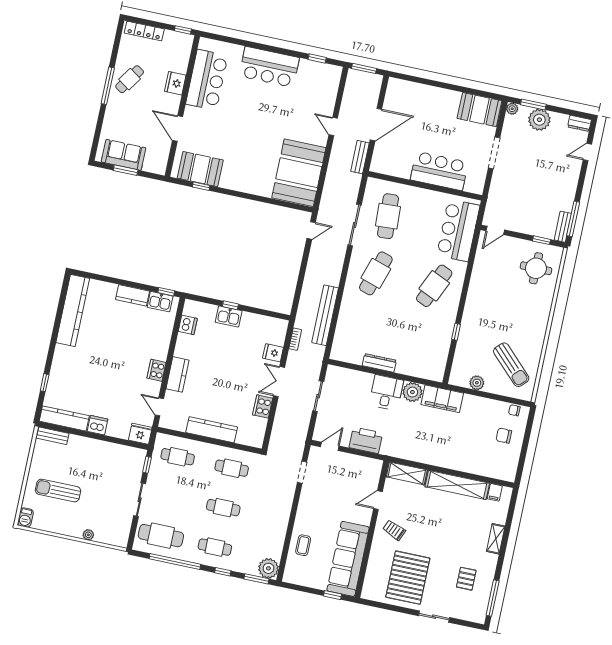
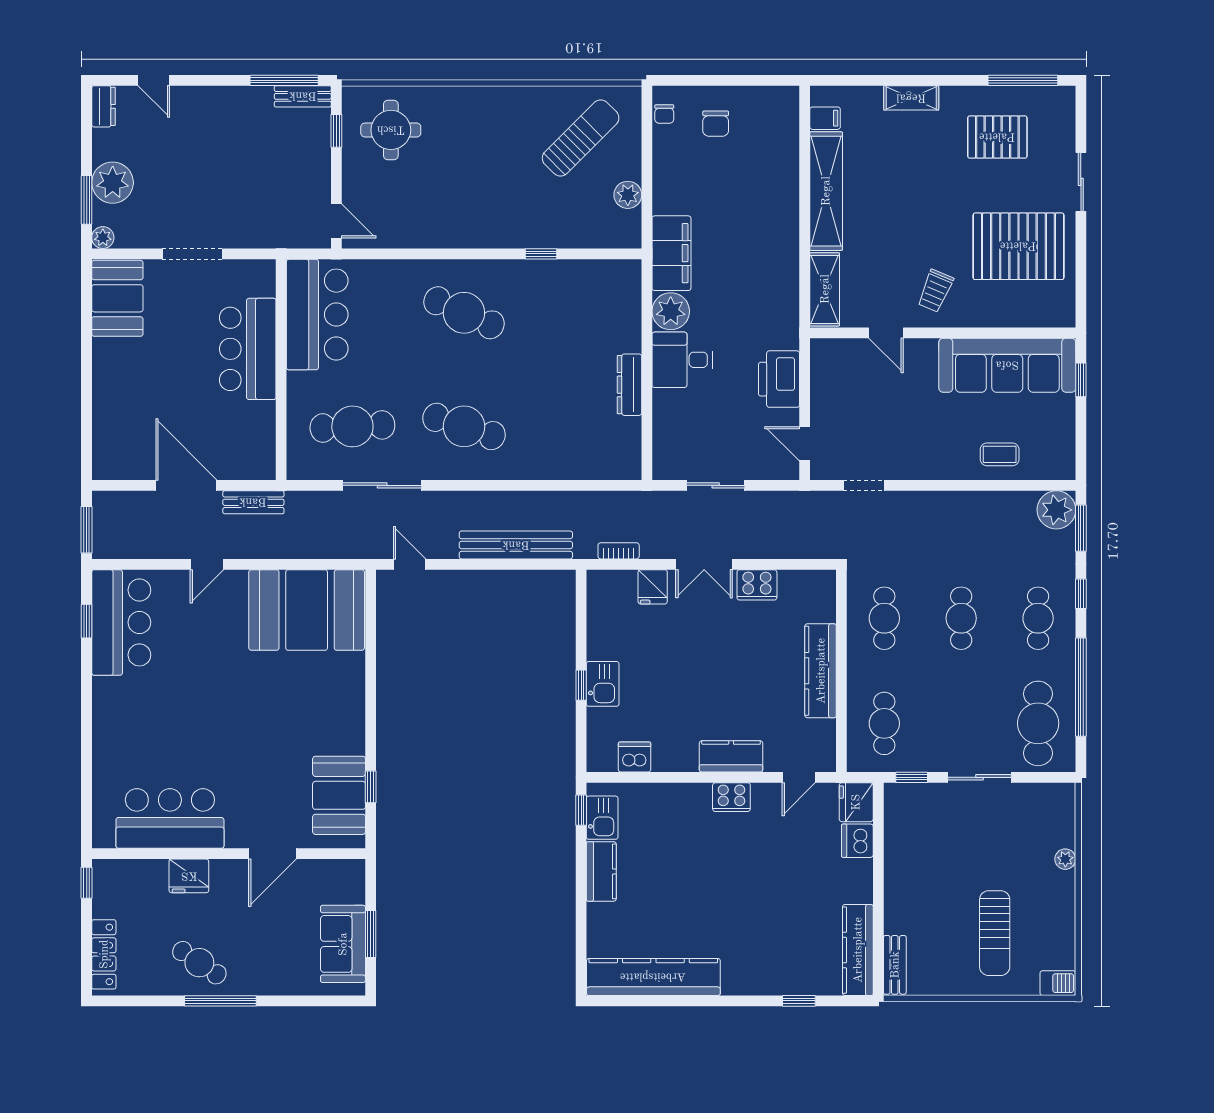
bar counter: (269, 67) -> (121, 622), moved
bar counter: (458, 230) -> (317, 315), moved, turned -90
bench: (325, 315) -> (516, 545), moved
dishwasher: (97, 425) -> (857, 841), moved
pallet: (466, 579) -> (997, 137), width x1.50, depth x1.42

